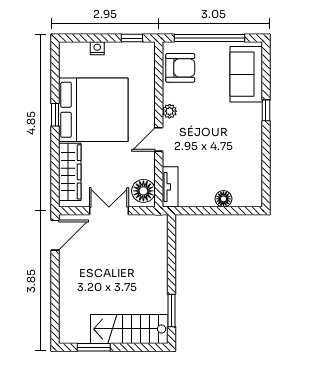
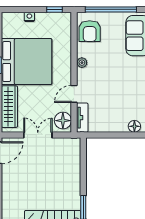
armchair: (180, 68) -> (90, 31), turned 90
door: (159, 139) -> (74, 94), moved
floor lamp: (223, 199) -> (134, 126), moved

